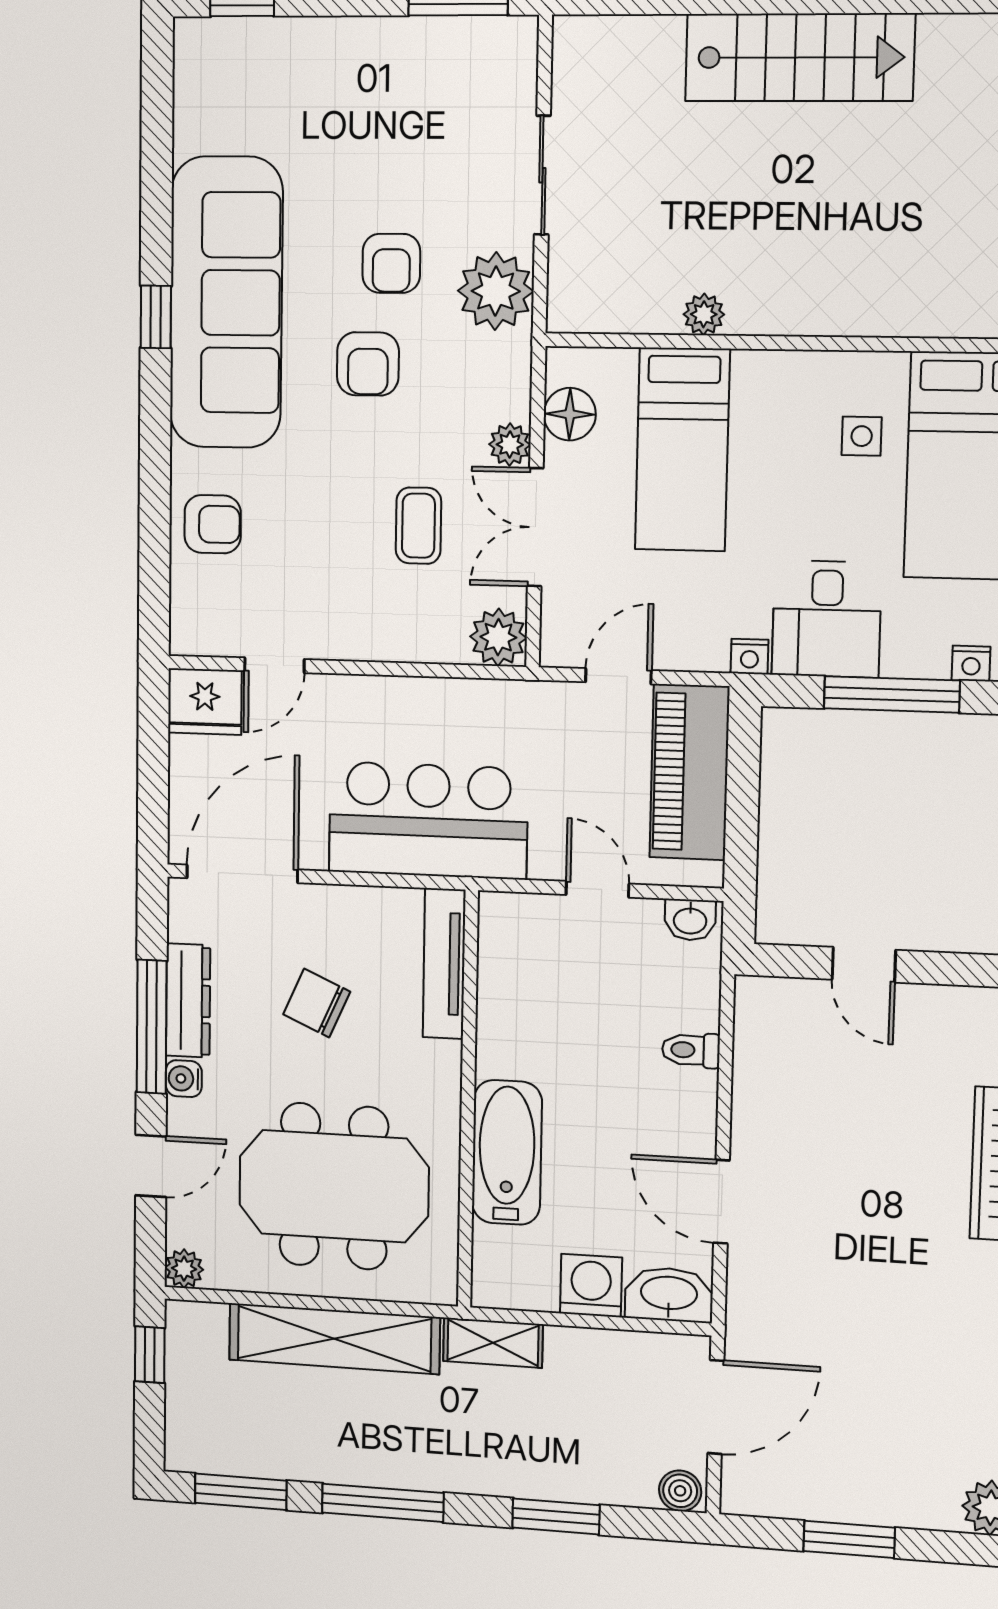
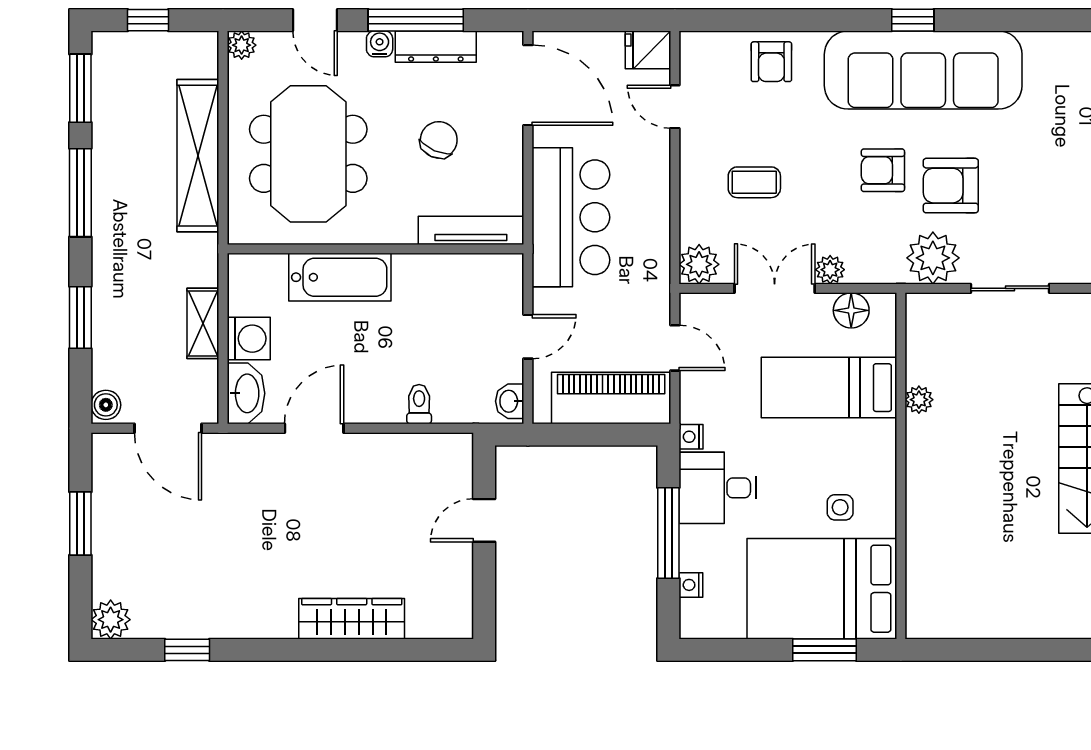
armchair: (391, 263) -> (951, 186), width x1.38, depth x1.38
coffee table: (418, 526) -> (754, 182), moved
fridge: (205, 702) -> (648, 50), width x0.72
shelving: (493, 1343) -> (203, 323), moved
window: (150, 1355) -> (148, 20), moved

